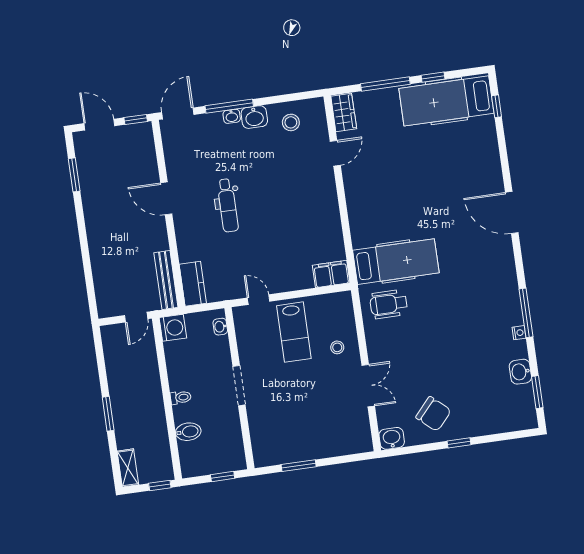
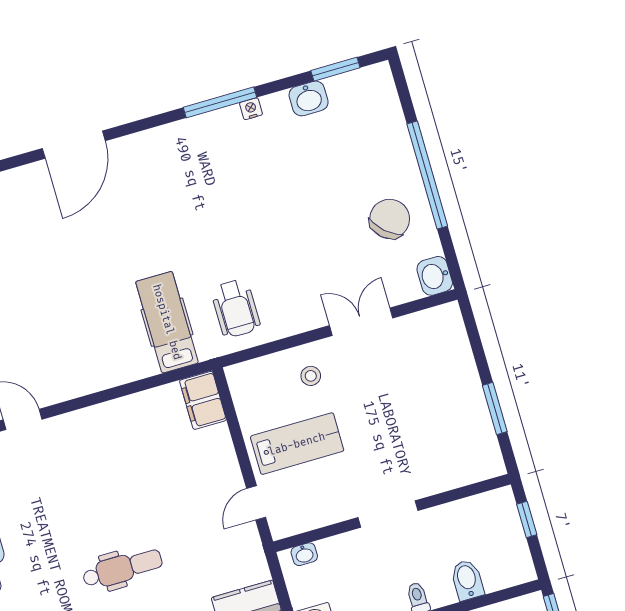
hospital bed: (396, 262) -> (167, 322), width x0.73, depth x0.78
window: (459, 443) -> (427, 175), width x3.17

